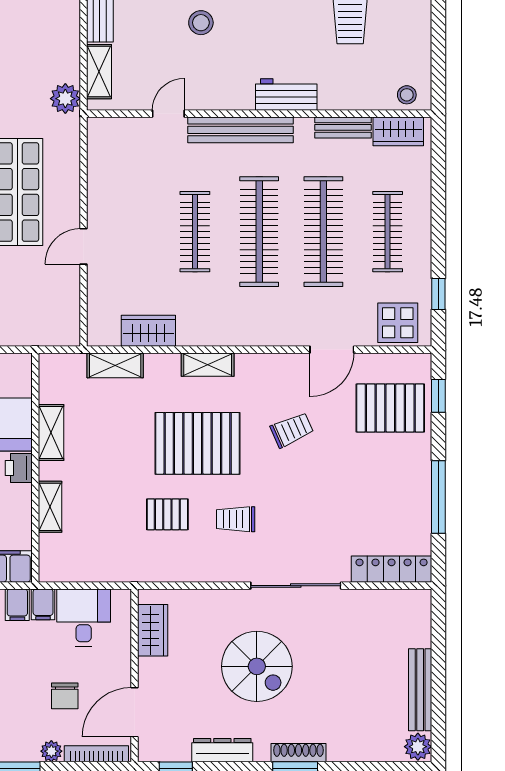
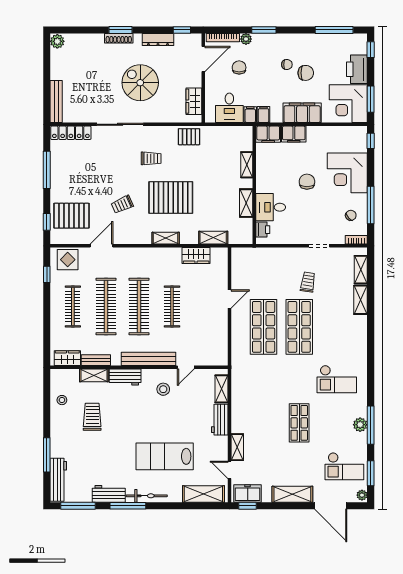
stool: (201, 23) -> (163, 389), moved
stool: (407, 95) -> (62, 400), moved
shelving: (347, 98) -> (94, 375), added
plant: (65, 99) -> (239, 375), removed
printer: (19, 468) -> (263, 230), moved
pallet: (167, 514) -> (189, 137), moved
bench: (420, 690) -> (56, 101), moved

